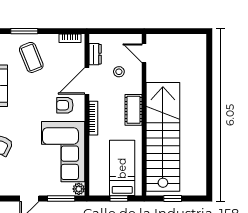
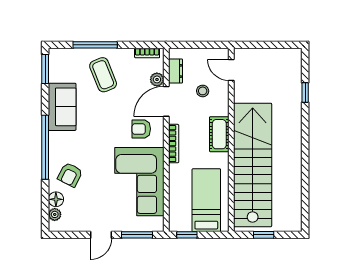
window: (24, 31) -> (95, 45), width x1.44
window: (209, 73) -> (305, 92), added
plant: (79, 189) -> (157, 79), moved
window: (119, 199) -> (187, 235), moved

